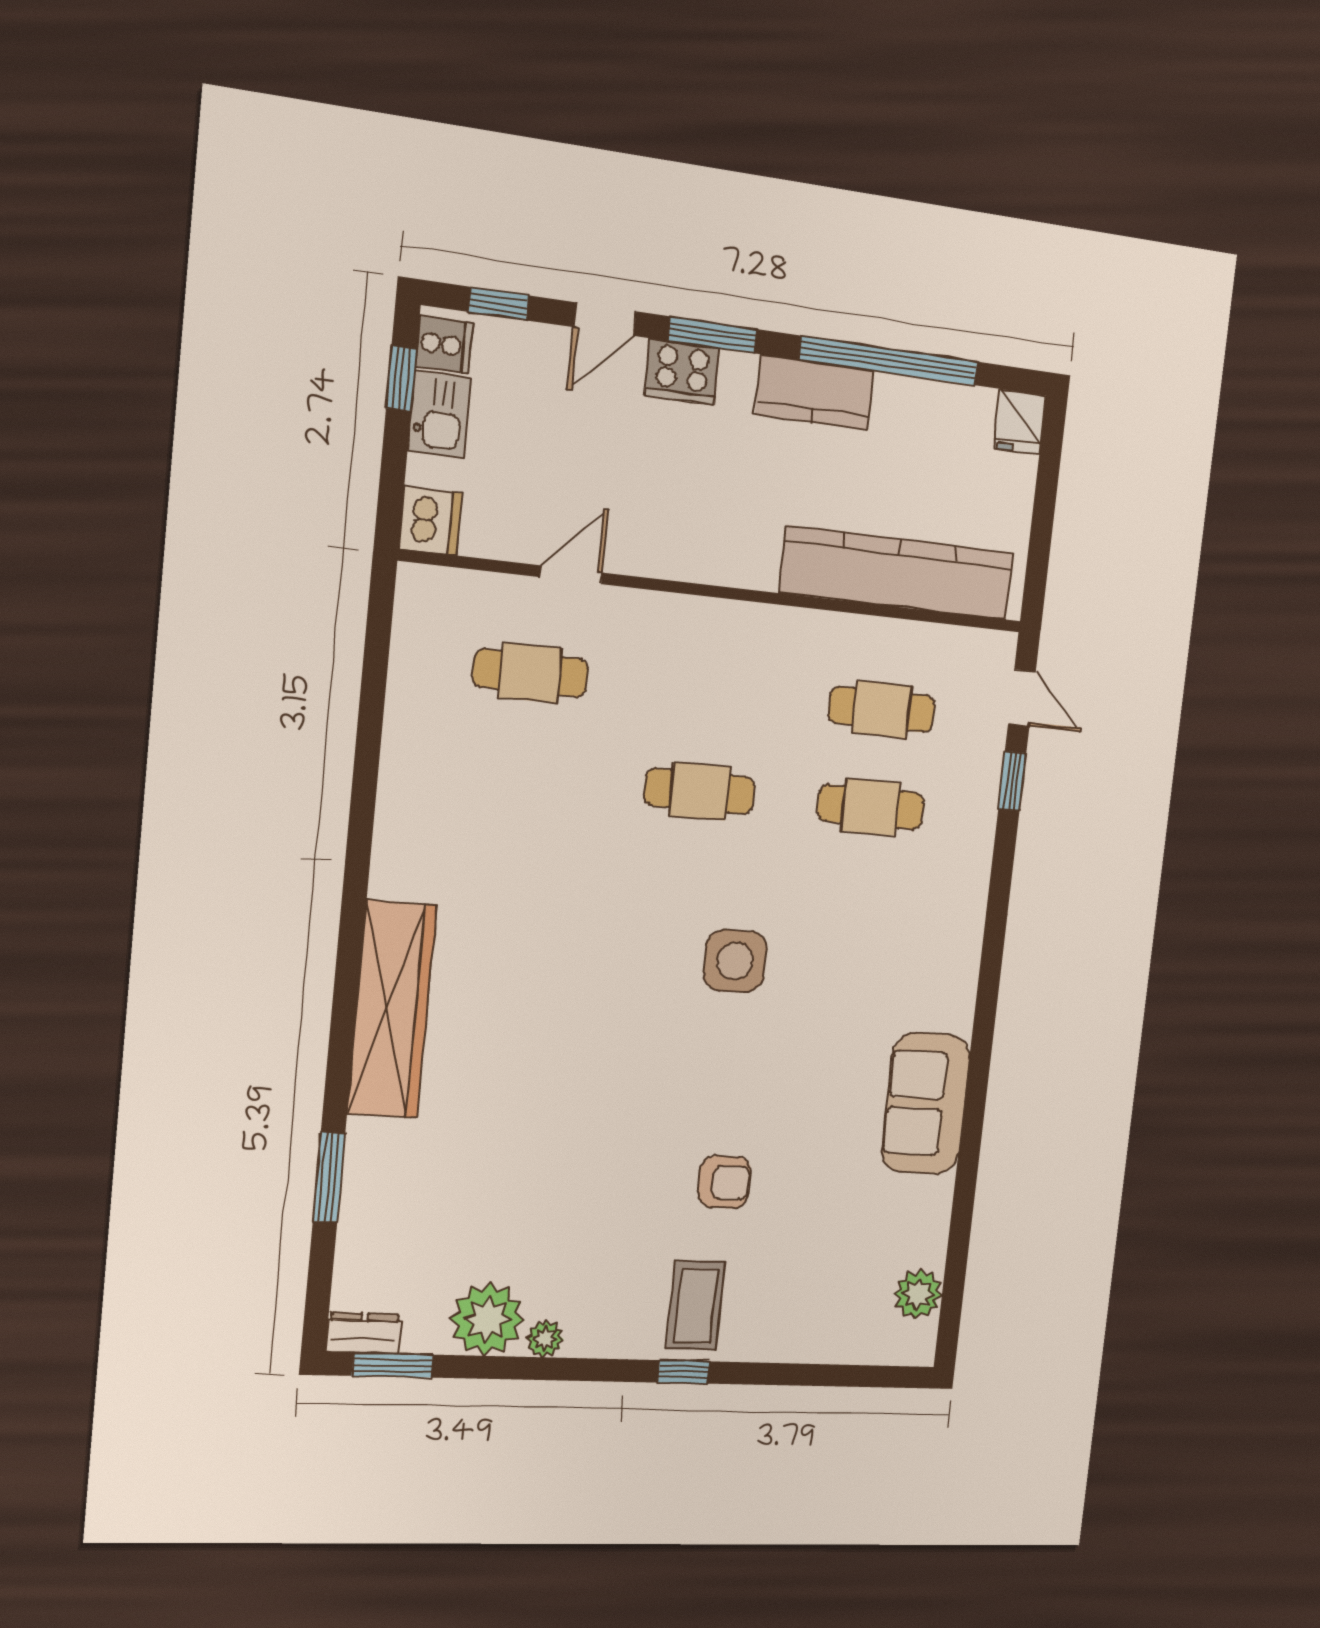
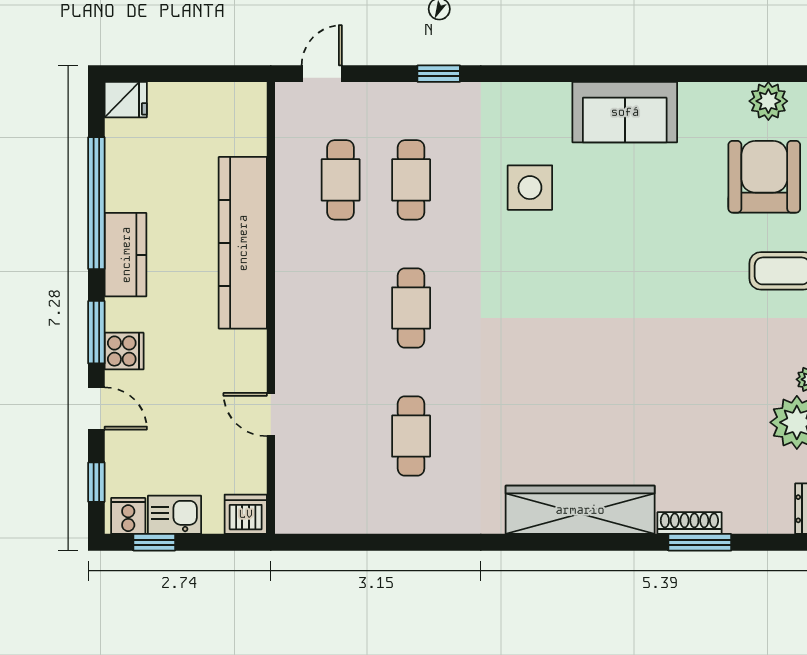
cooker: (682, 372) -> (124, 351), width x0.73
kitchen counter: (898, 573) -> (243, 243), moved
cafe table: (531, 673) -> (411, 436), moved
window: (1012, 781) -> (439, 74), moved
side table: (735, 961) -> (530, 188), moved
shoe rack: (358, 1164) -> (689, 523), added
armchair: (725, 1182) -> (764, 177), moved, width x1.88, depth x1.88

